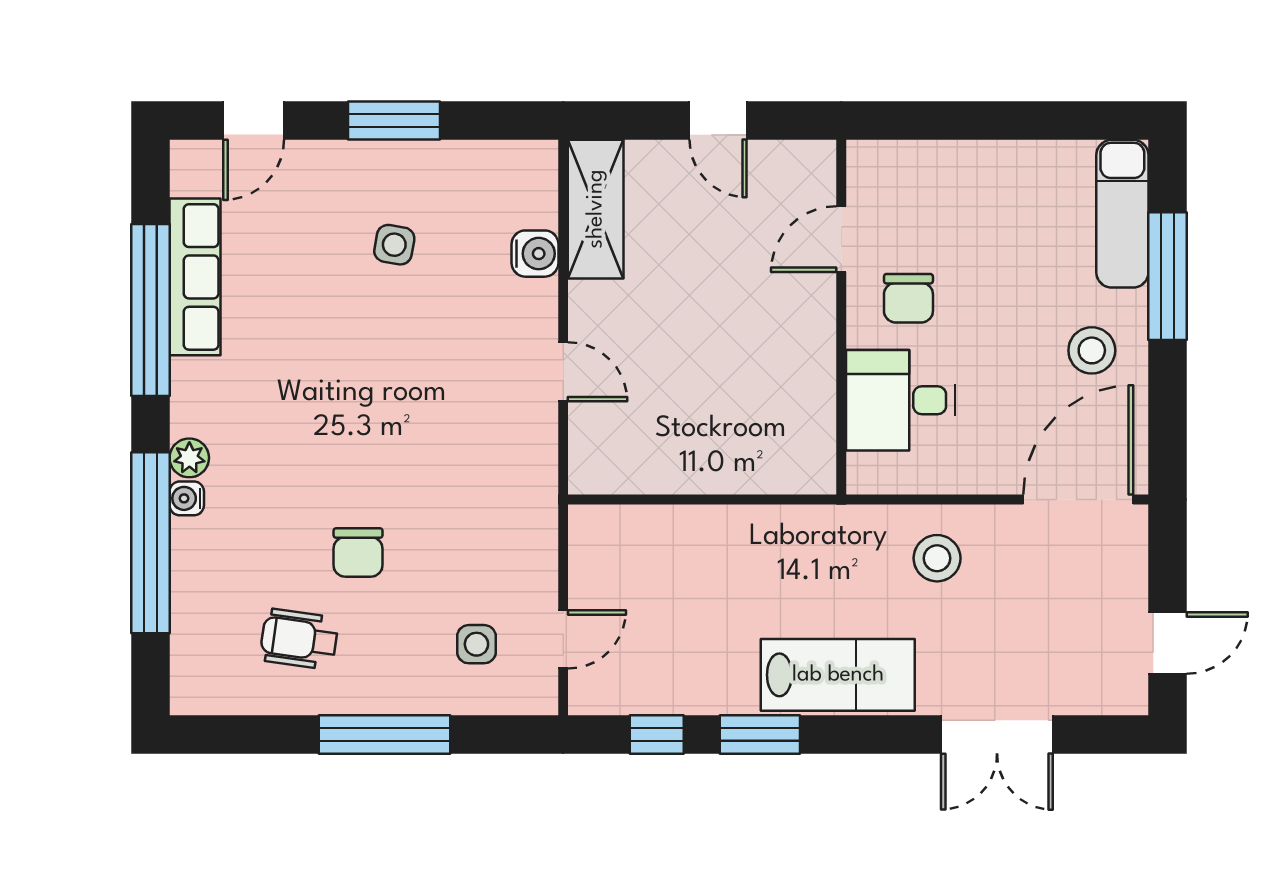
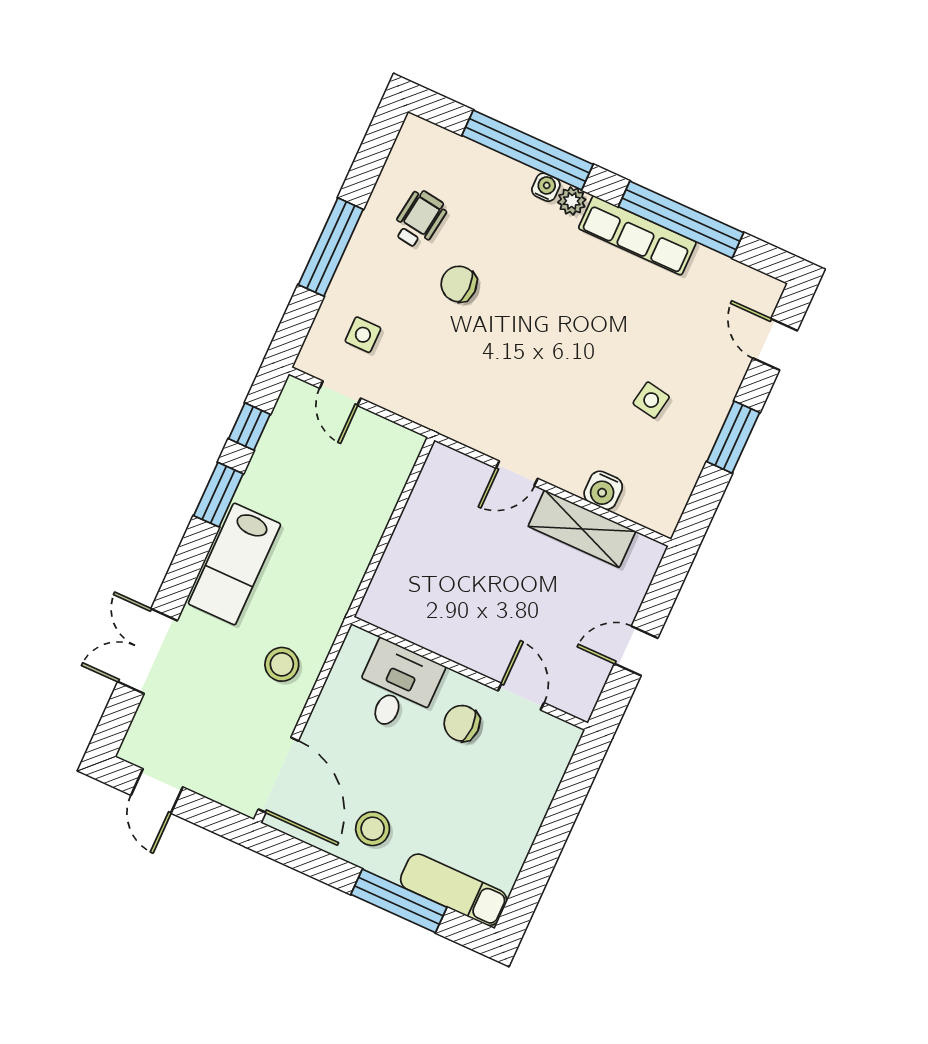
shelving: (596, 209) -> (582, 529), moved
row of seats: (195, 277) -> (637, 235), moved

